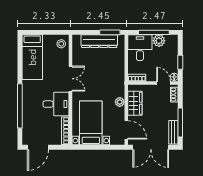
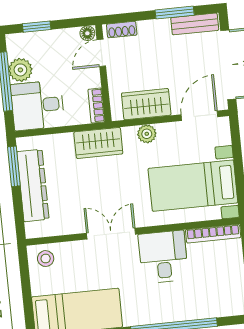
window: (180, 62) -> (37, 27), moved
wardrobe: (118, 77) -> (98, 143), added
window: (180, 123) -> (175, 13), width x0.69

